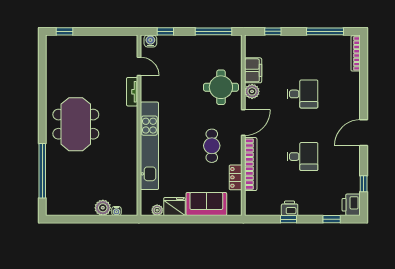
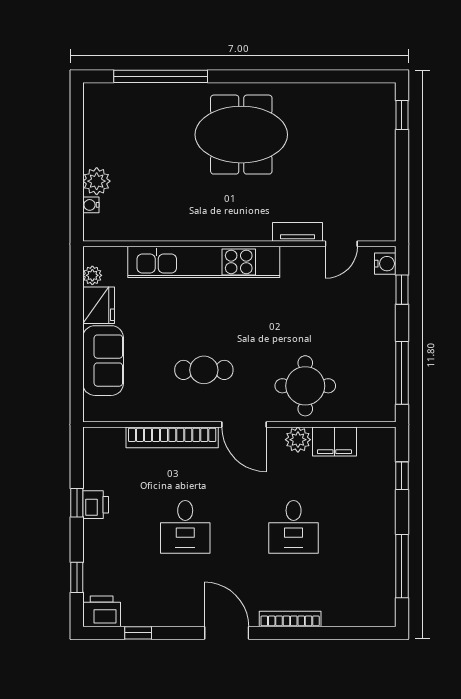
bookcase: (356, 53) -> (290, 619), moved
locker: (236, 177) -> (149, 411), removed

